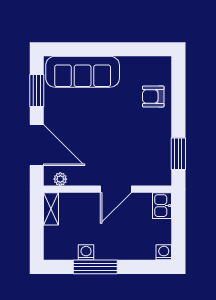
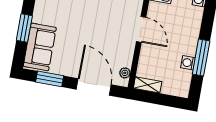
window: (92, 49) -> (24, 28), added
sofa: (83, 72) -> (40, 47), width x0.73
door: (37, 145) -> (94, 87), hinge flipped

